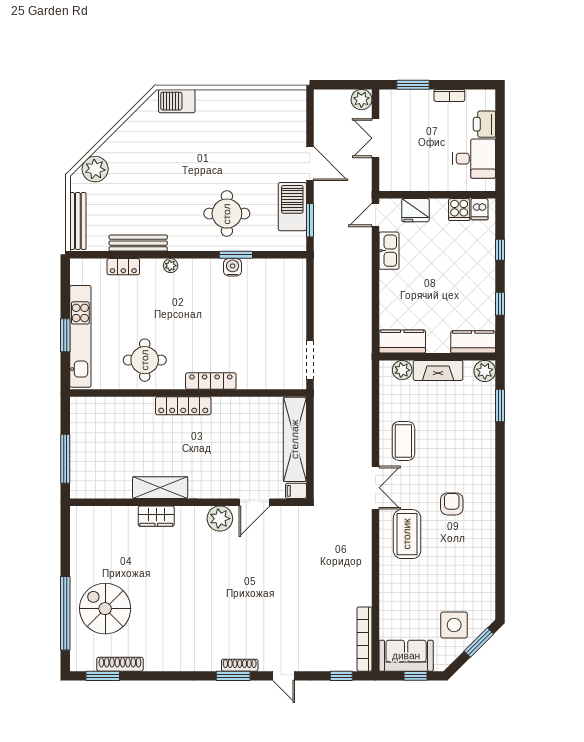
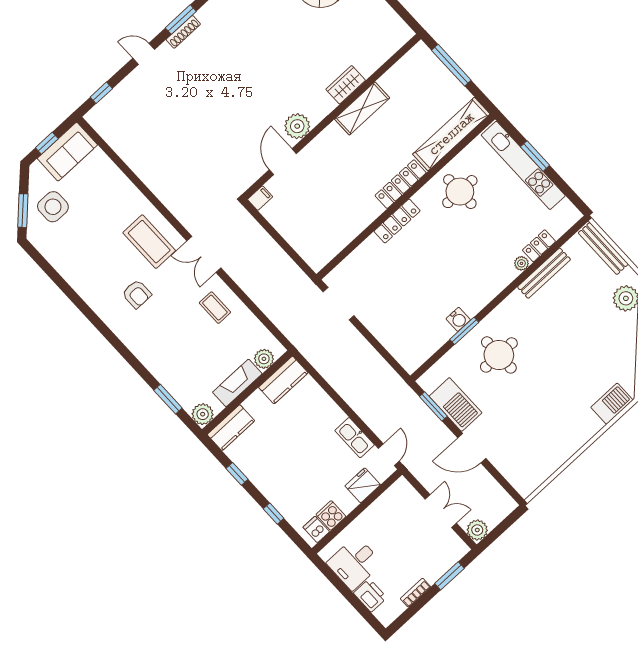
plant: (171, 266) -> (521, 263), moved
shelving: (295, 439) -> (451, 134), moved, turned 90
coffee table: (403, 441) -> (215, 308), width x0.73, depth x0.77
bookcase: (364, 639) -> (109, 136), removed

